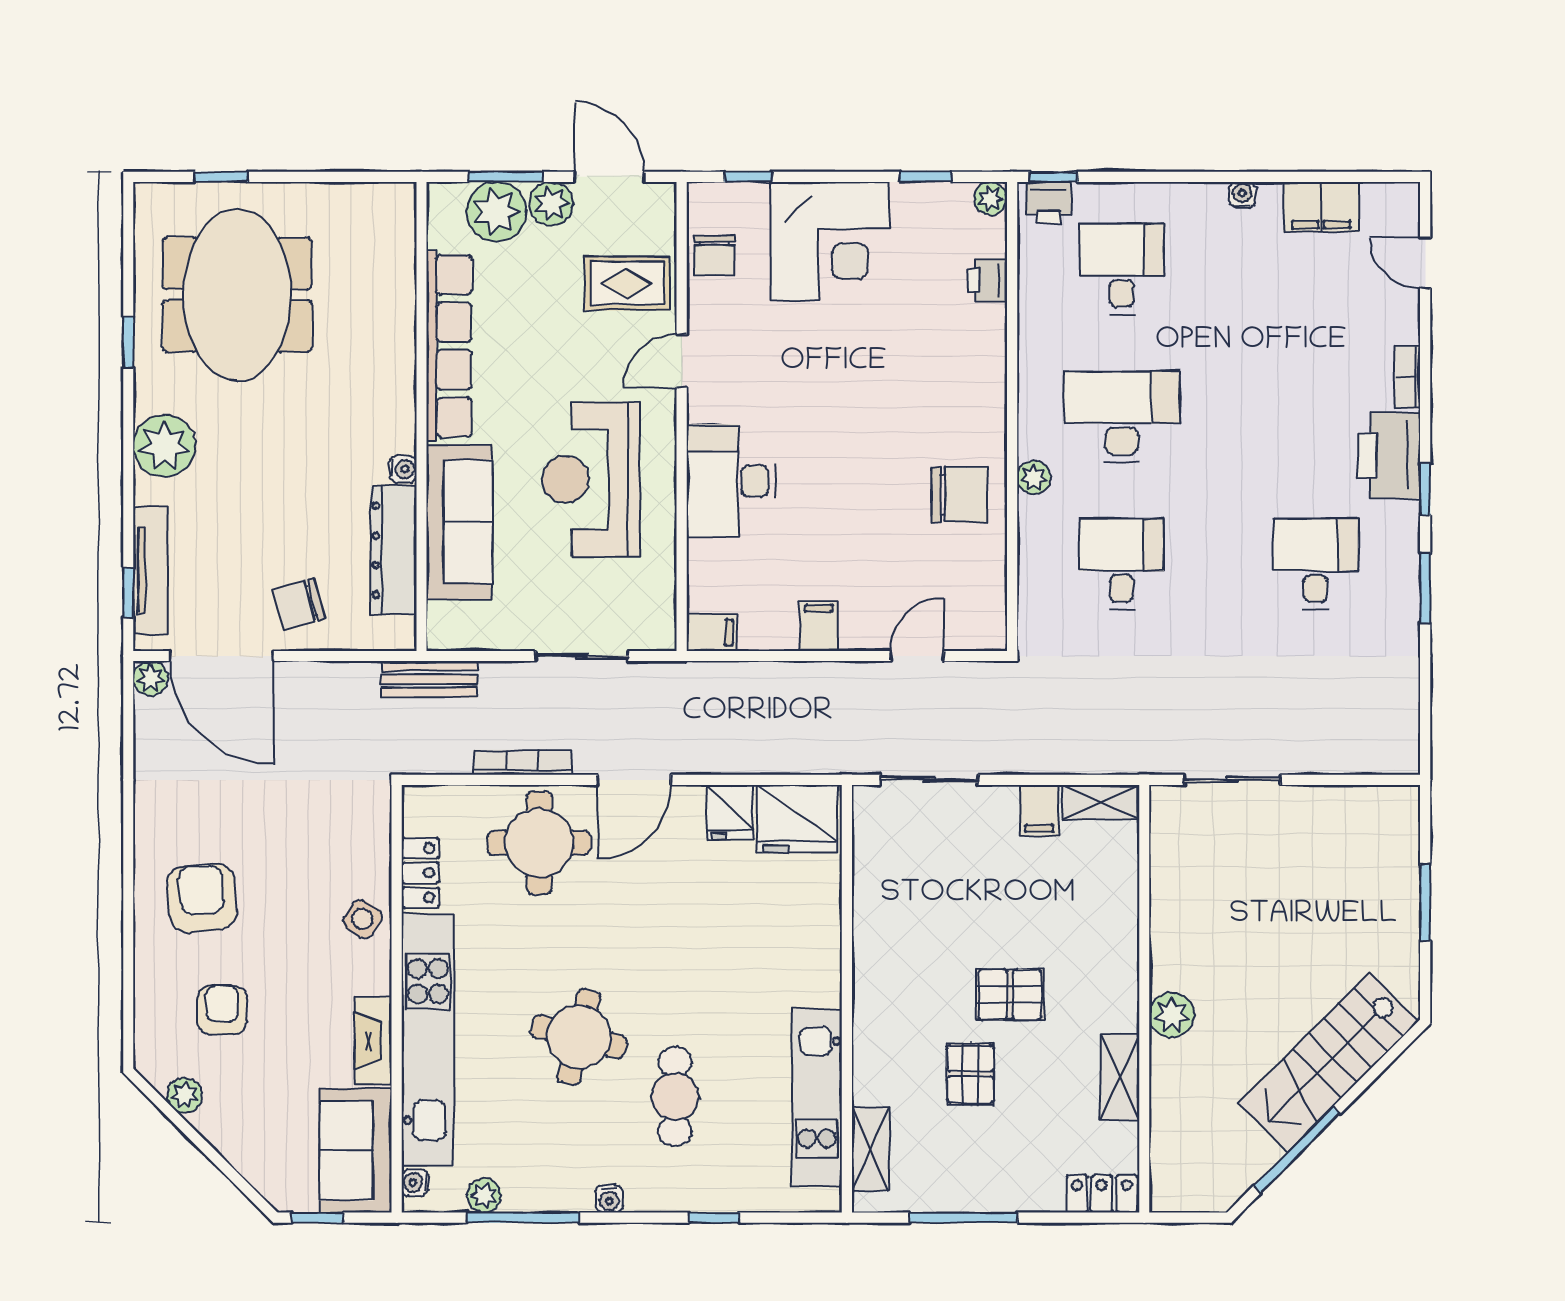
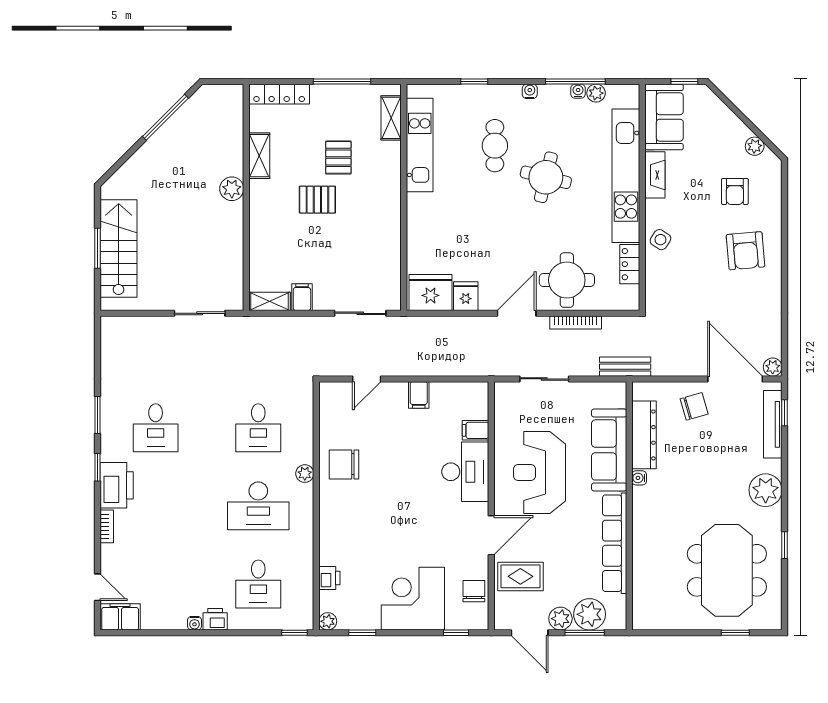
printer: (1049, 202) -> (215, 619), moved
filing cabinet: (1321, 207) -> (120, 617), moved
door: (682, 361) -> (491, 535), width x1.38
reception desk: (591, 479) -> (539, 473), turned 180
filing cabinet: (711, 632) -> (476, 430), moved
stairs: (1328, 1062) -> (119, 249), moved, turned -45
water cooler: (415, 1182) -> (578, 91), moved, turned -90
locker: (1102, 1194) -> (279, 94), width x1.53

